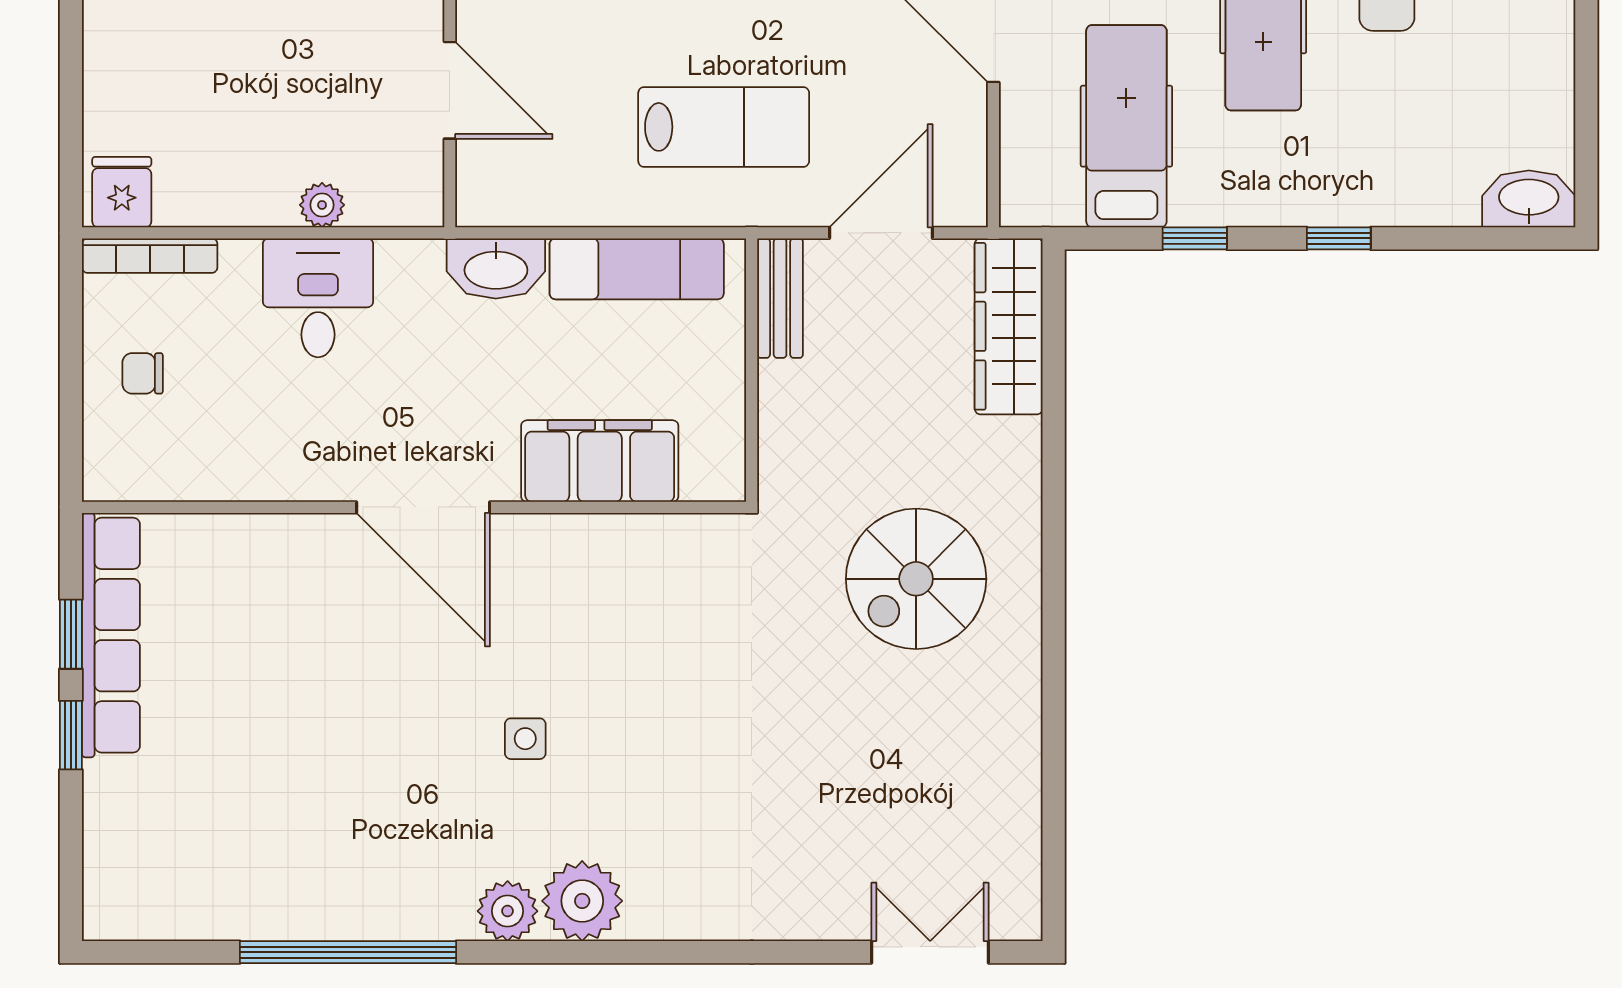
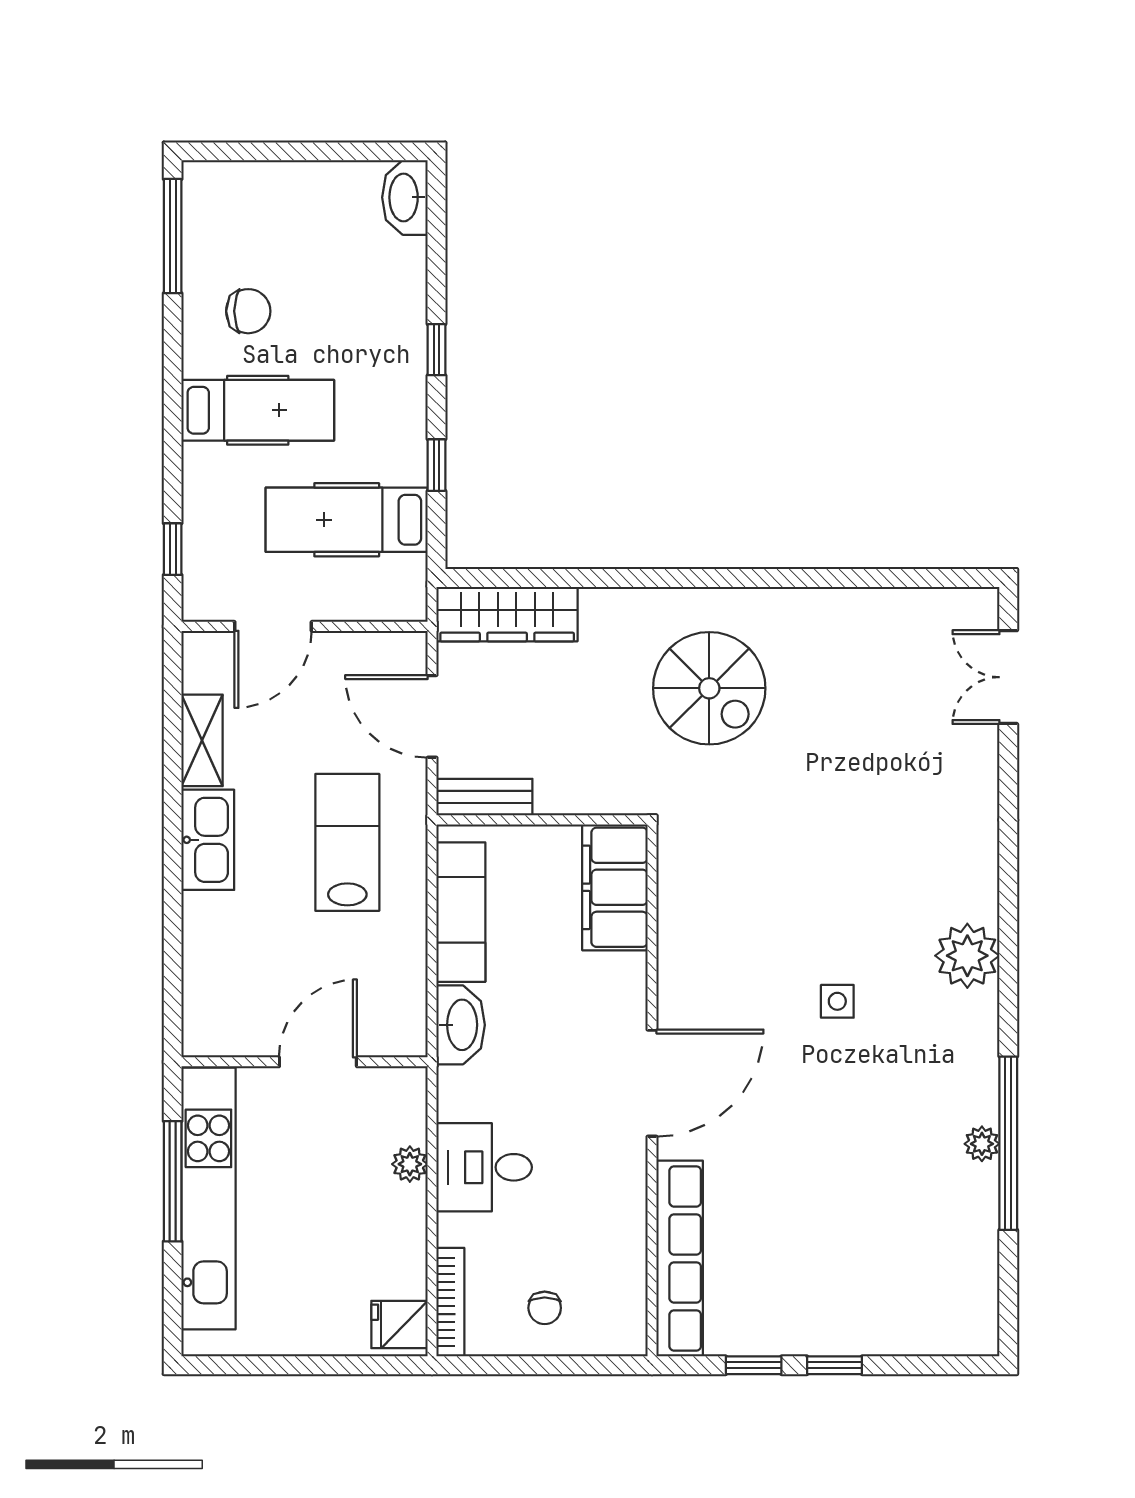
filing cabinet: (600, 461) -> (615, 887), moved
row of seats: (111, 635) -> (680, 1258), moved, turned 90
plant: (508, 911) -> (982, 1144), moved, width x0.73, depth x0.73

